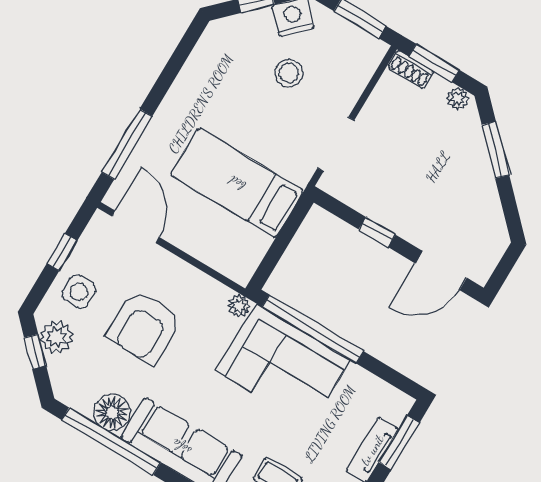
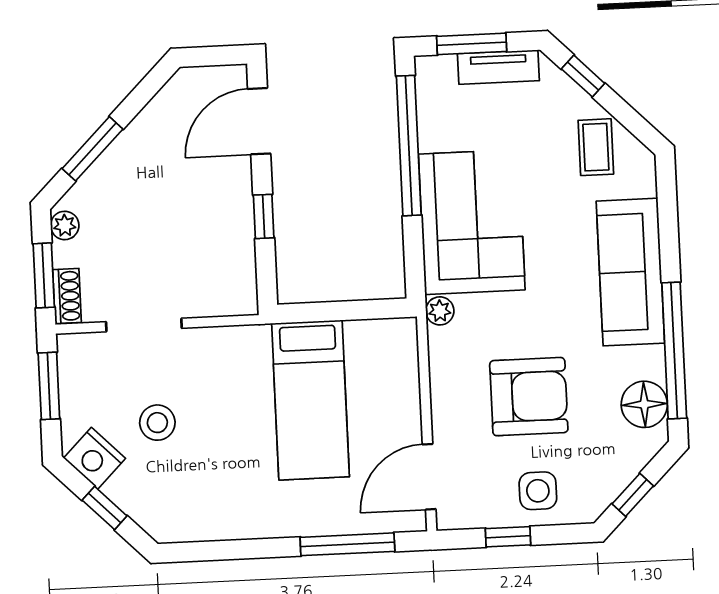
doorway: (336, 144) -> (144, 325), moved
door: (441, 271) -> (259, 121), swing flipped
window: (313, 329) -> (409, 146), moved
plant: (56, 337) -> (602, 483), removed
floor lamp: (112, 412) -> (644, 404), moved

